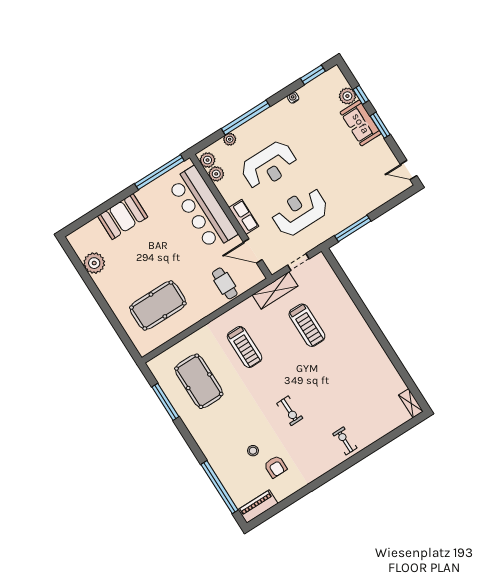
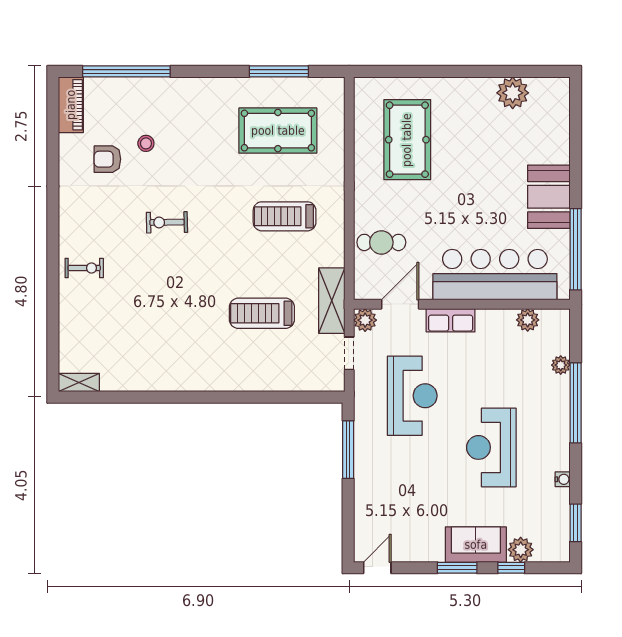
plant: (208, 160) -> (365, 320), moved
reception desk: (269, 166) -> (491, 447), moved
booth: (123, 217) -> (549, 197), moved

